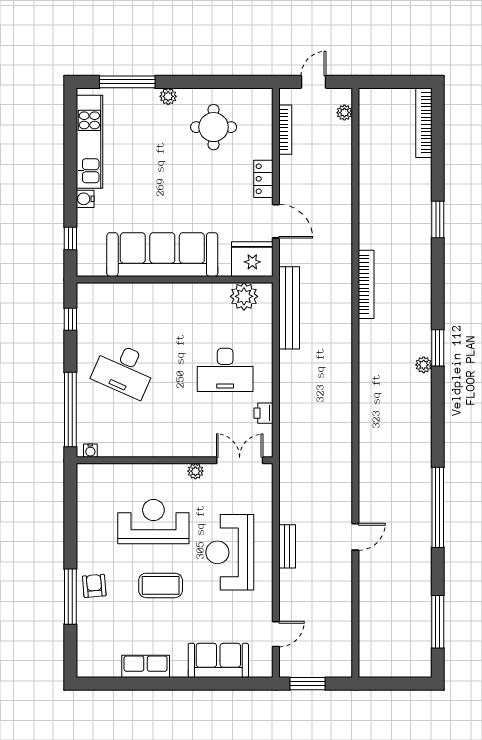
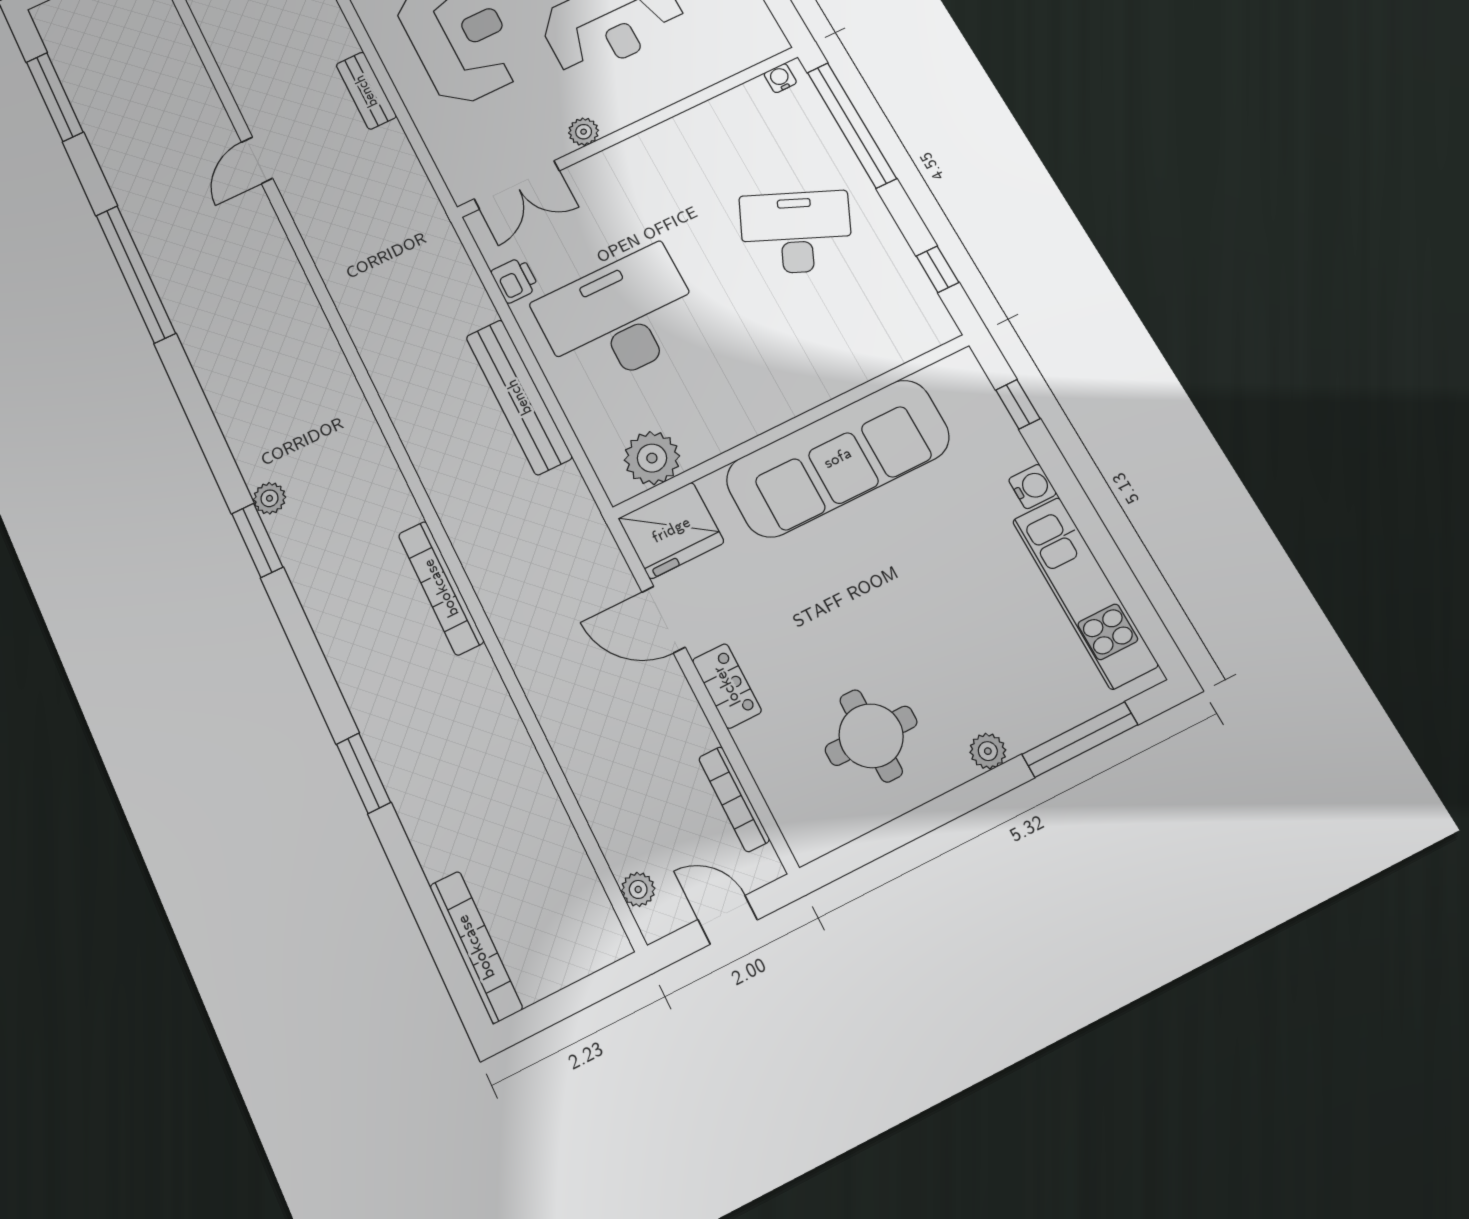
door: (313, 82) -> (728, 920), swing flipped
bench: (289, 308) -> (519, 397), moved
desk: (225, 370) -> (620, 318), width x1.36, depth x1.30

